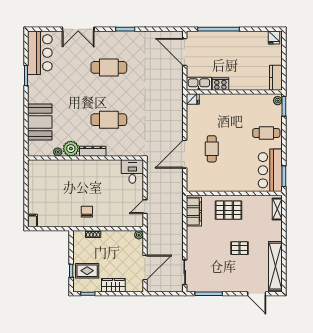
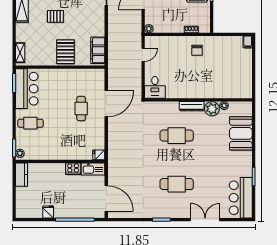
fridge: (274, 37) -> (48, 212), moved
pallet: (228, 210) -> (66, 52), turned 90

